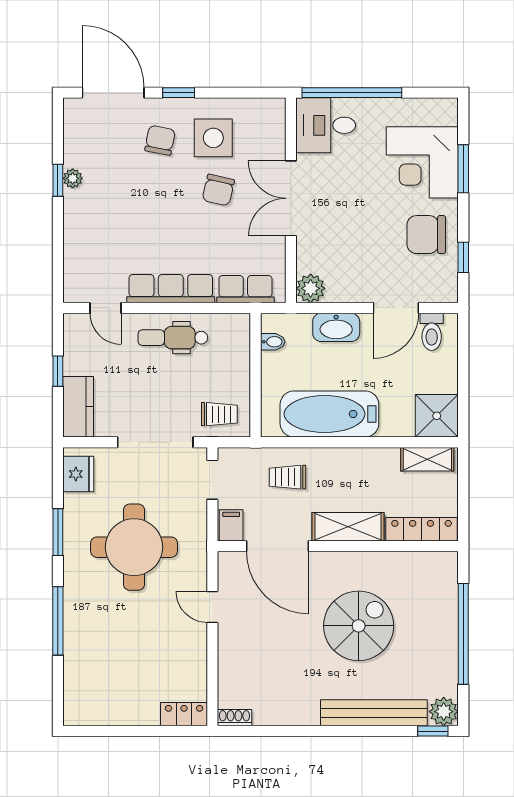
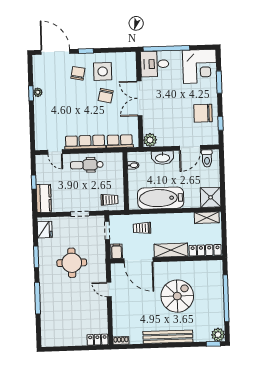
corner desk: (422, 162) -> (200, 66), moved, turned -90
doorway: (155, 442) -> (80, 214), width x0.53
round table: (134, 547) -> (72, 263), width x0.73, depth x0.73
bench: (374, 713) -> (168, 337), moved

